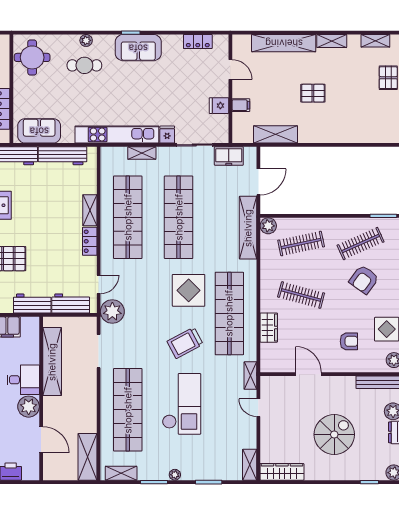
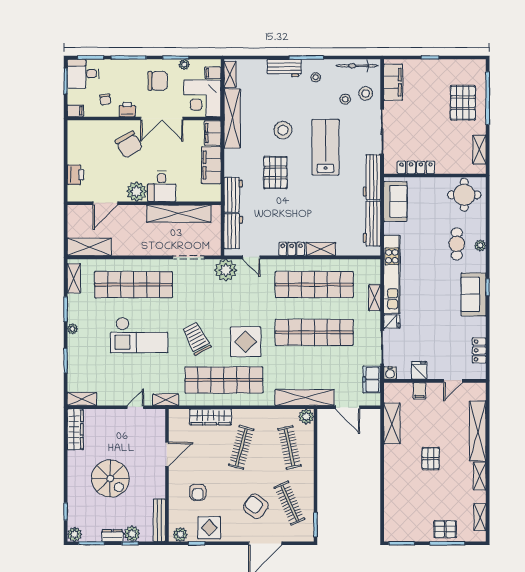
water cooler: (222, 136) -> (390, 373), added
wardrobe: (269, 328) -> (211, 417), width x1.50

